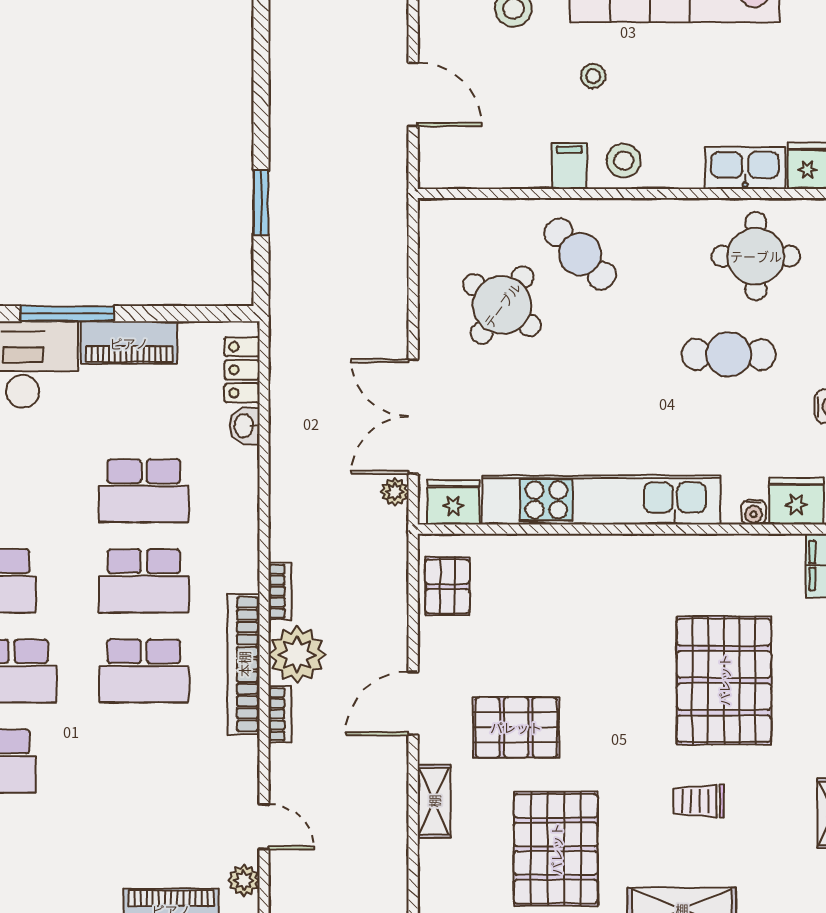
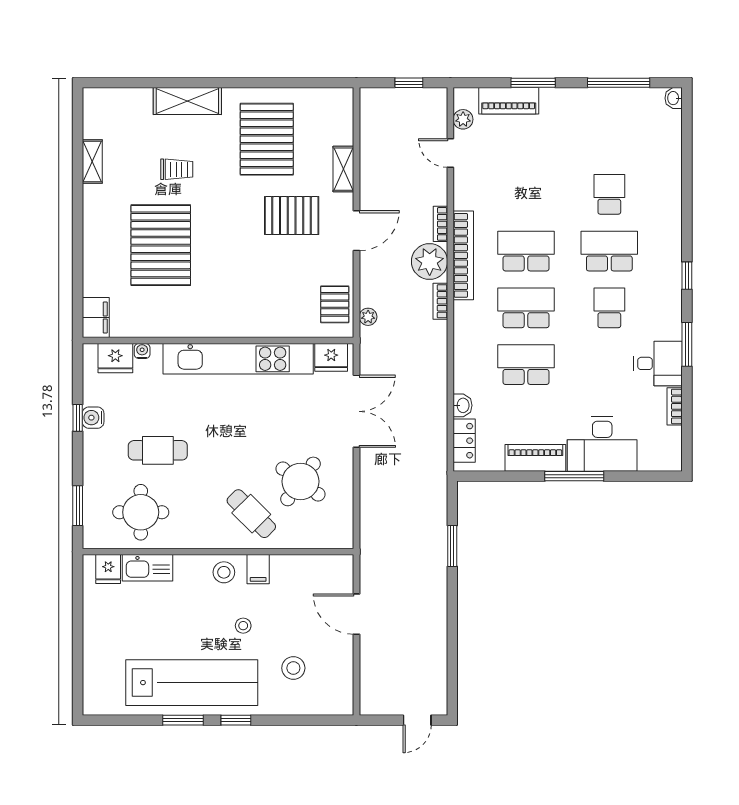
plant: (395, 492) -> (368, 317), moved

